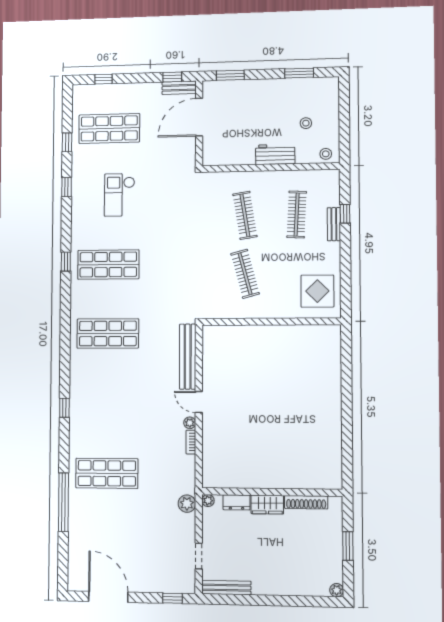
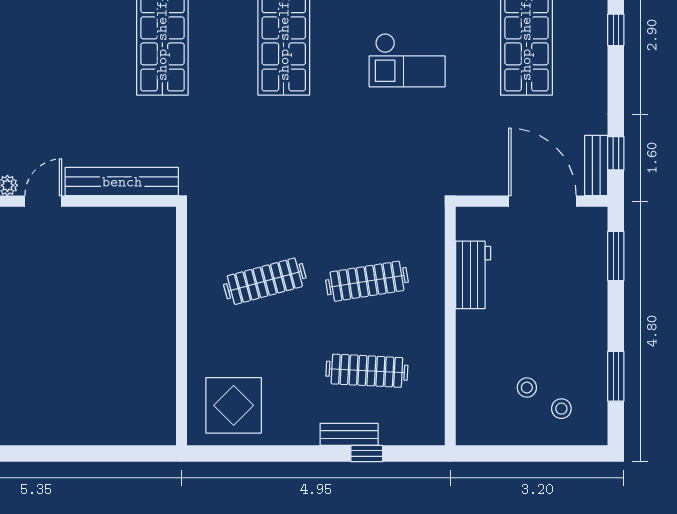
workbench: (275, 154) -> (473, 275), moved
stool: (326, 154) -> (561, 409), moved
checkout: (120, 195) -> (407, 60), turned 180

